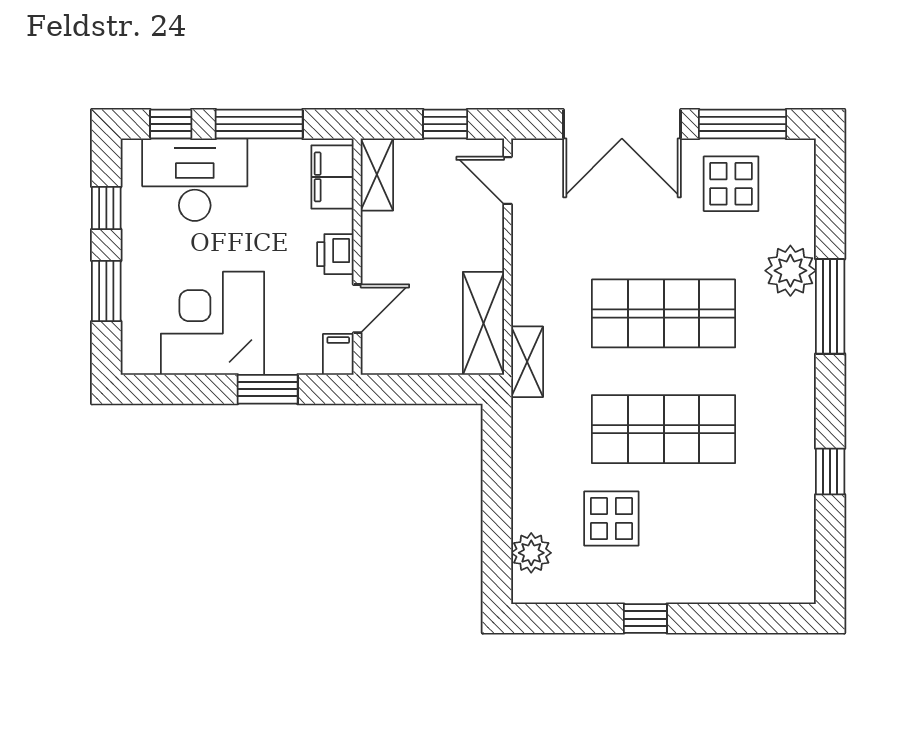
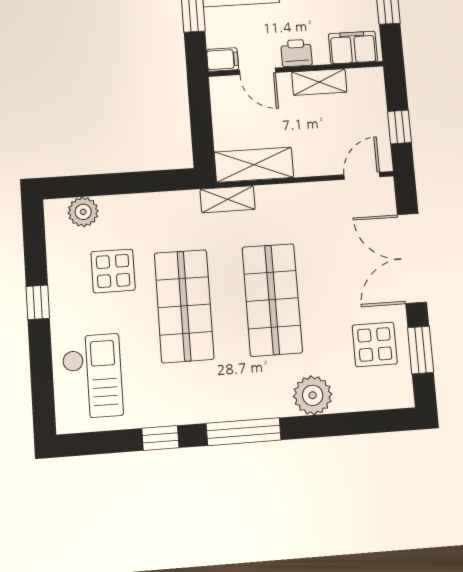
window: (743, 124) -> (421, 350), width x0.69
shelving: (377, 174) -> (319, 82), moved
window: (830, 306) -> (244, 432), moved
checkout: (745, 554) -> (92, 376), added

